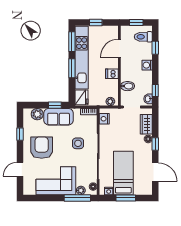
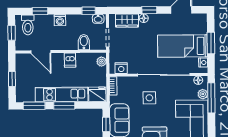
kitchen unit: (82, 58) -> (62, 94), width x0.73

